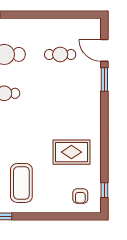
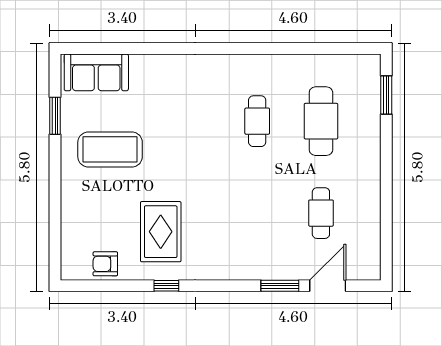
window: (104, 190) -> (166, 286), moved
armchair: (80, 196) -> (105, 264), moved

